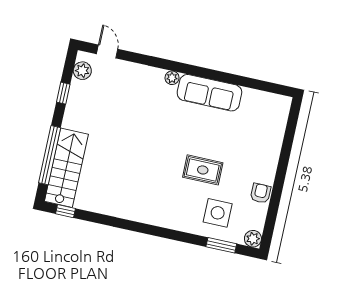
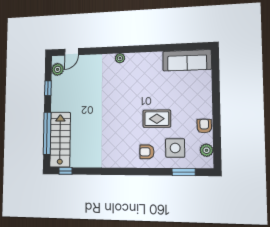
door: (107, 51) -> (72, 52), swing flipped
sofa: (209, 93) -> (187, 60), moved
armchair: (180, 210) -> (147, 152), added
plant: (253, 239) -> (206, 150), moved

